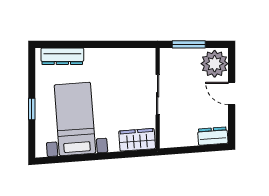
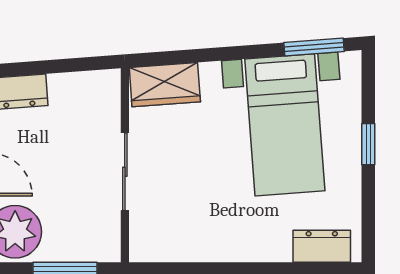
dresser: (62, 56) -> (322, 246), width x0.70
window: (60, 159) -> (314, 47), added

